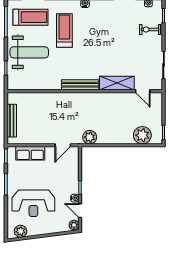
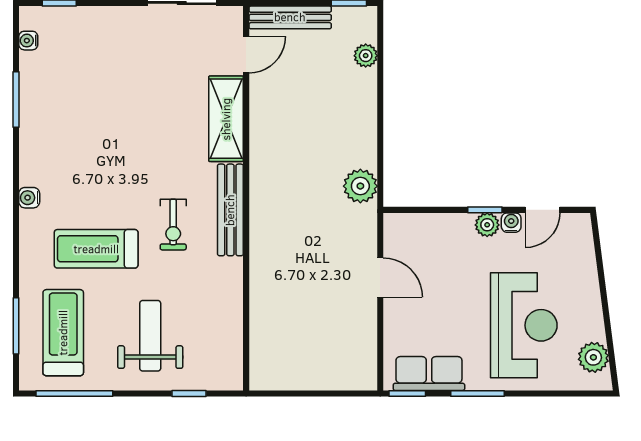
exercise bike: (150, 30) -> (173, 225), moved
weight bench: (29, 52) -> (150, 336), width x0.73, depth x0.75
bench: (12, 121) -> (290, 17), moved
plant: (142, 135) -> (366, 56), width x0.53, depth x0.53
door: (63, 145) -> (380, 278), moved
row of seats: (30, 153) -> (429, 374), moved, turned -90
plant: (74, 225) -> (487, 225), moved

